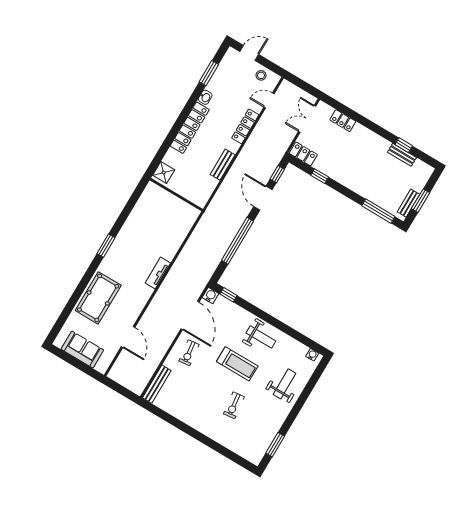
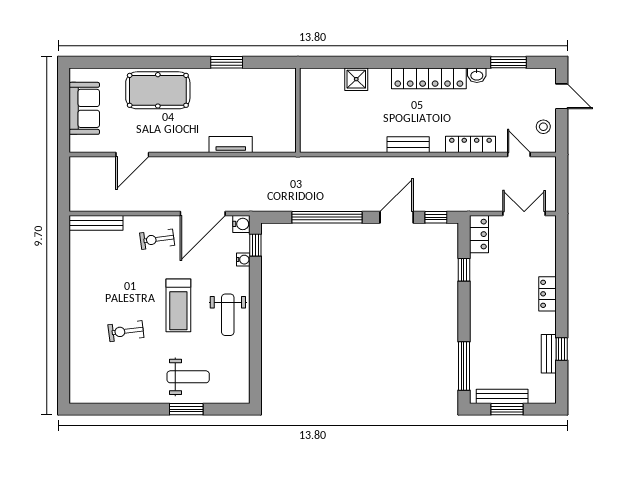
locker: (343, 121) -> (548, 294), moved
wall: (176, 195) -> (298, 110), moved
bench: (408, 203) -> (502, 396), width x1.36
water cooler: (312, 355) -> (243, 260), moved
window: (275, 445) -> (186, 409), moved

